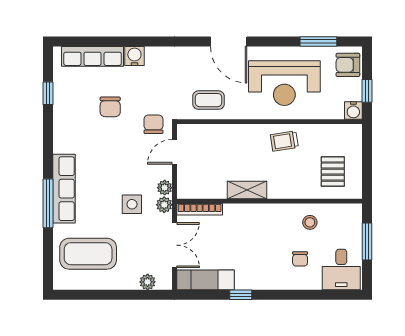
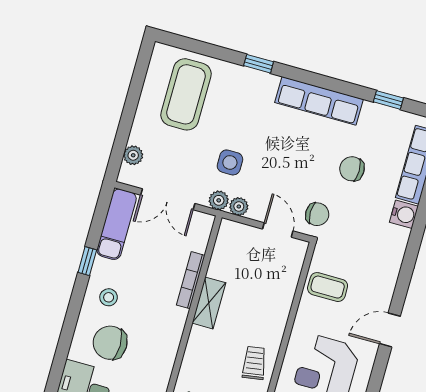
door: (229, 42) -> (390, 330), width x0.73
coffee table: (209, 100) -> (328, 287), turned 90
row of seats: (64, 189) -> (319, 101), moved
window: (48, 203) -> (259, 64), width x0.46
bookcase: (200, 209) -> (191, 280), moved
stool: (310, 222) -> (109, 297), moved
chair: (300, 259) -> (110, 343), width x1.87, depth x1.87

